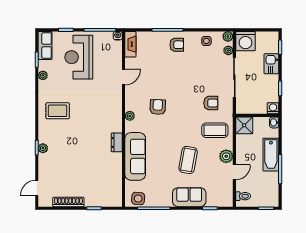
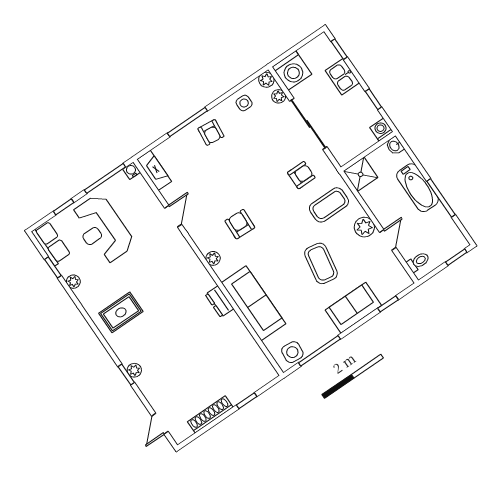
armchair: (177, 45) -> (211, 132), turned 96

